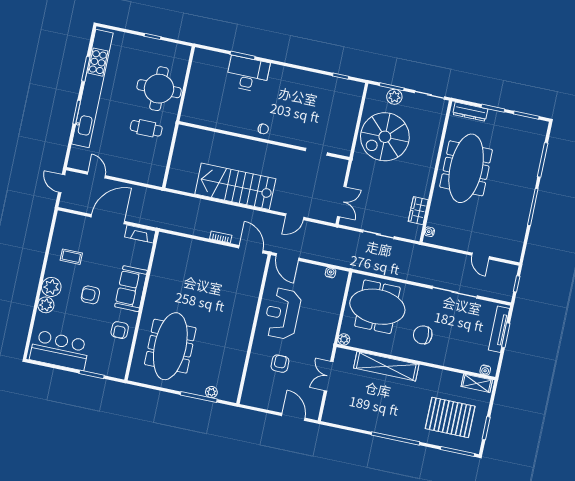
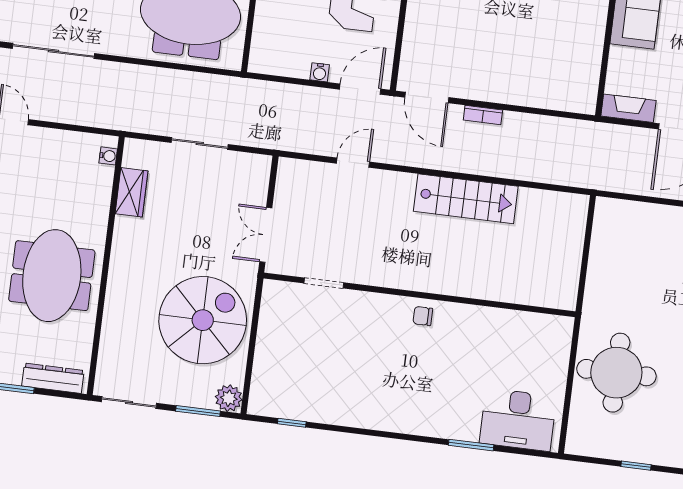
desk: (248, 74) -> (518, 420), moved
plant: (394, 97) -> (229, 398), moved
cafe table: (146, 128) -> (633, 299), removed
meeting table: (466, 168) -> (52, 276), width x0.73
stairs: (235, 186) -> (466, 199), width x0.73, depth x0.66
double door: (342, 202) -> (266, 235), moved
door: (287, 257) -> (360, 89), hinge flipped
water cooler: (330, 273) -> (320, 72), moved

